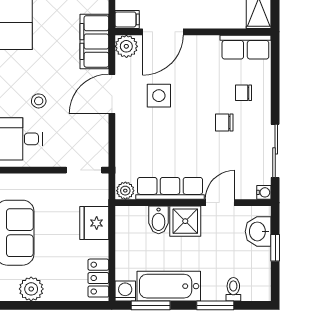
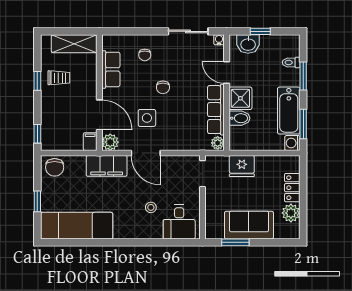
row of seats: (245, 47) -> (111, 69), moved
chair: (224, 123) -> (163, 87), moved
locker: (98, 278) -> (292, 188), moved, turned 90

